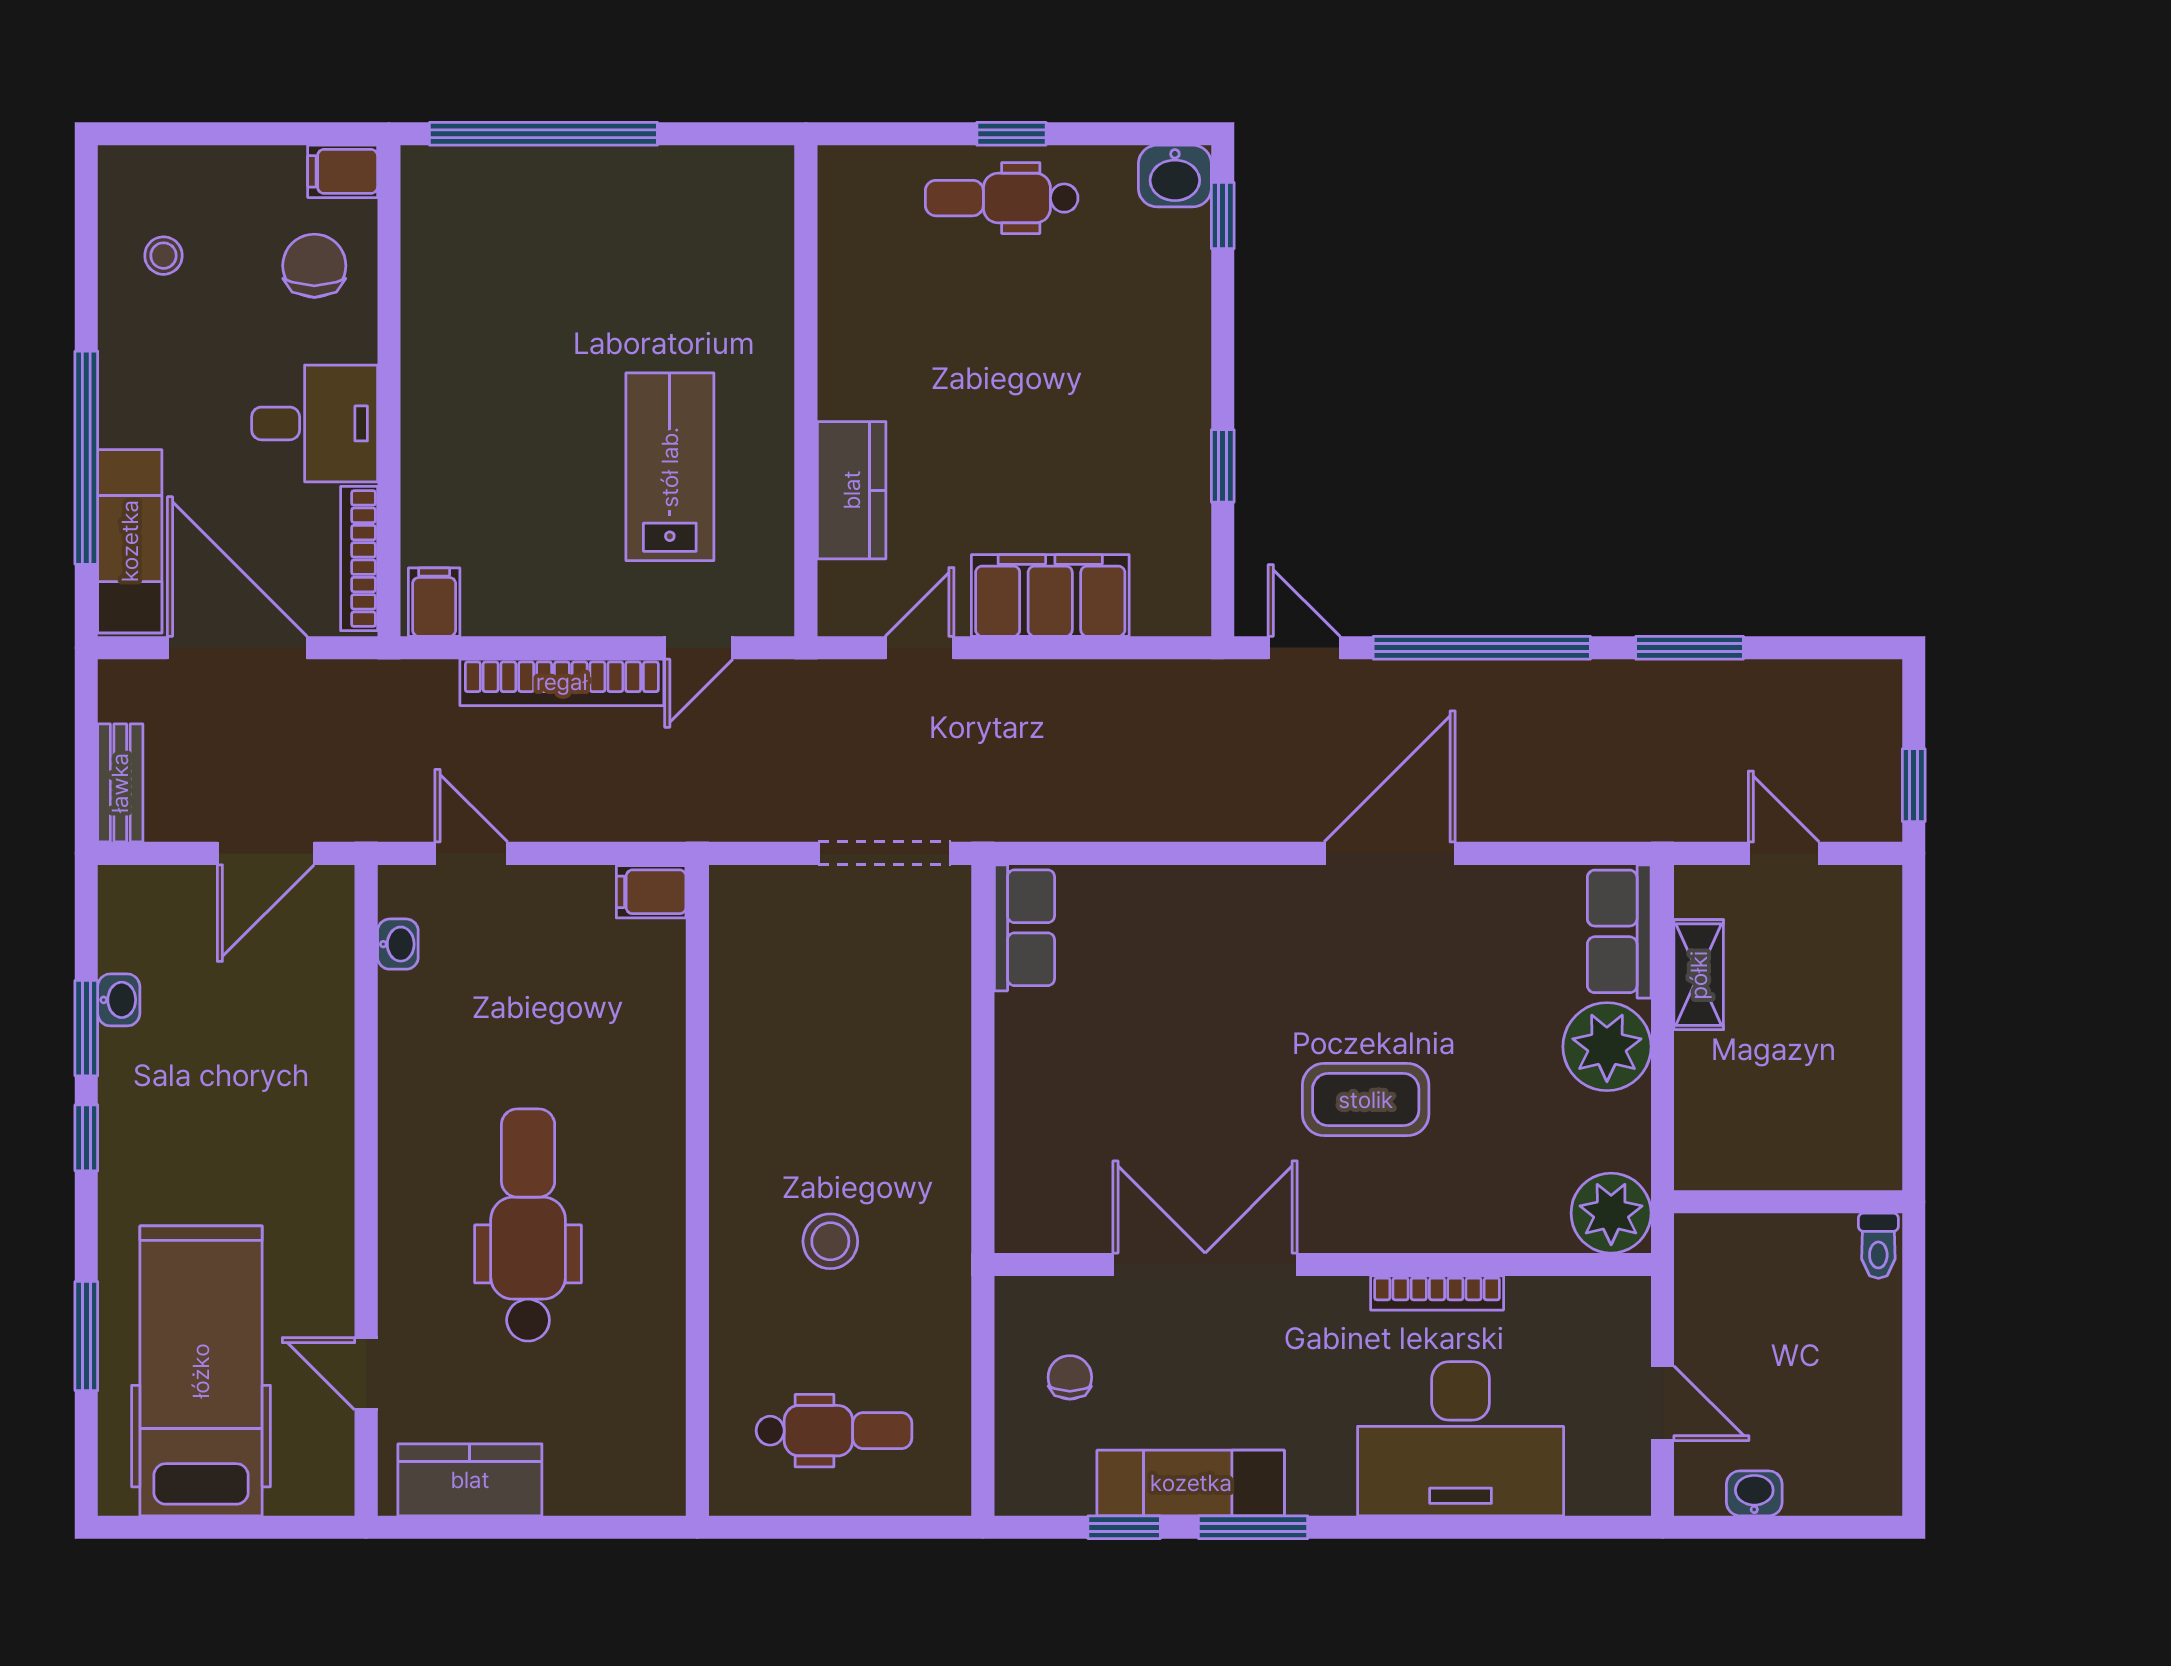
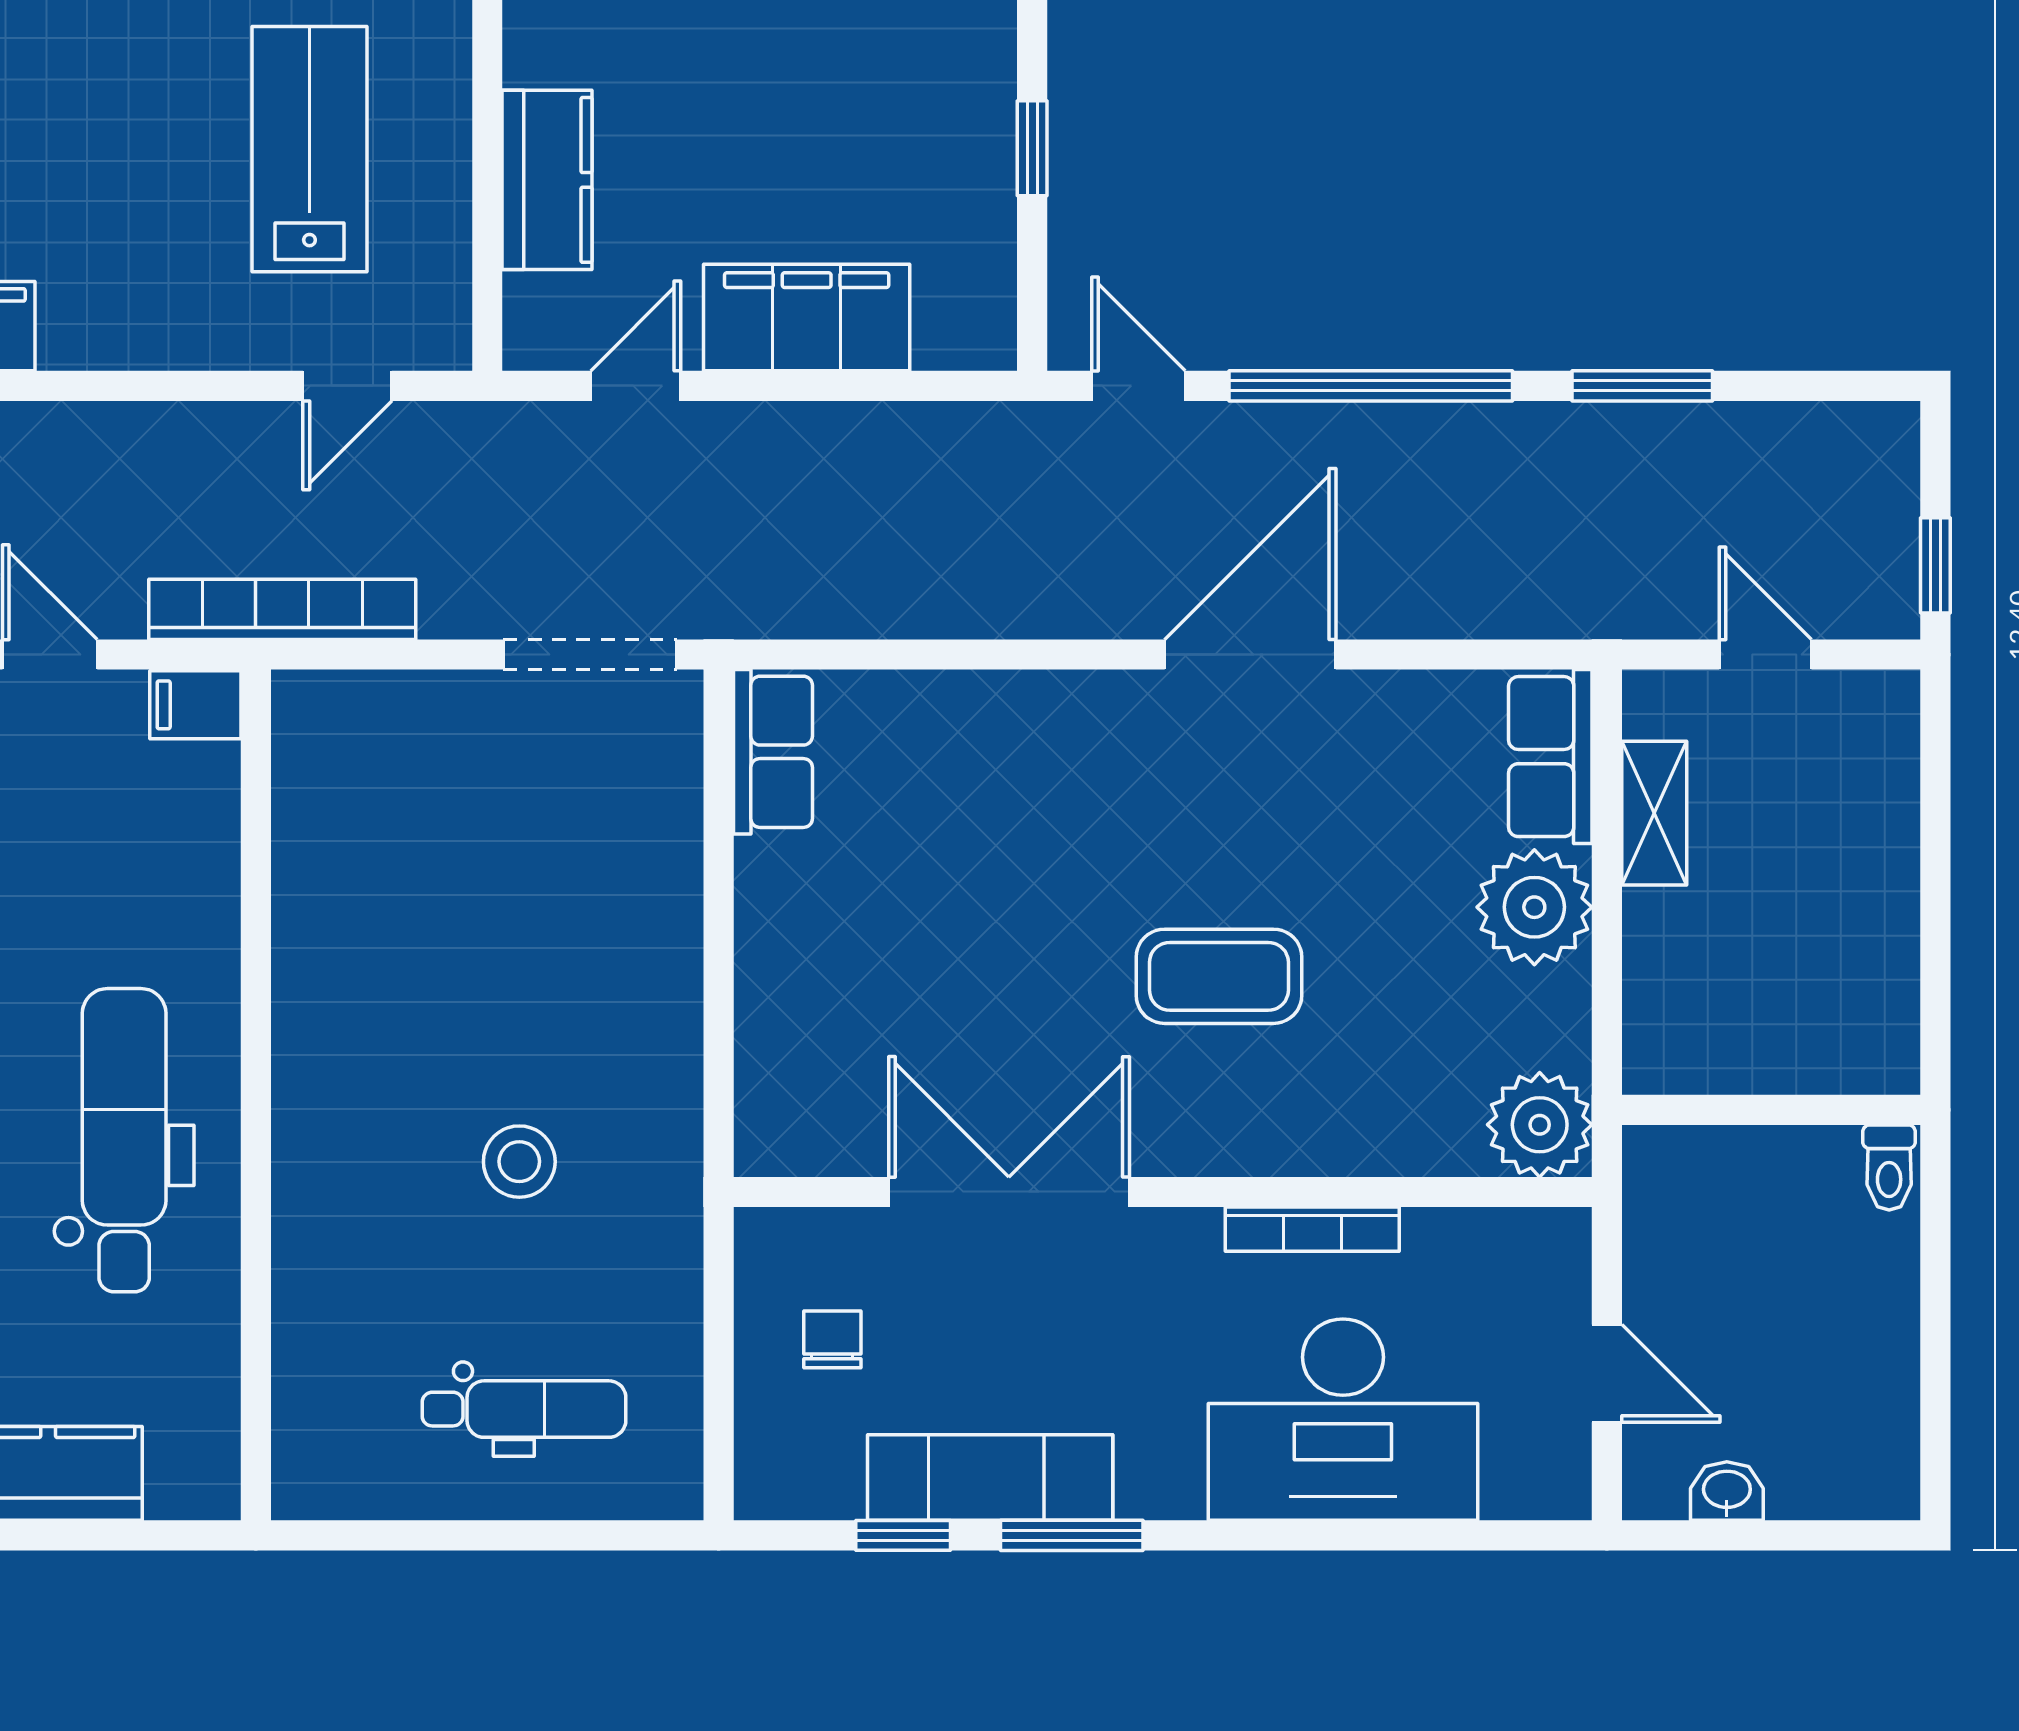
bookcase: (562, 682) -> (282, 609), moved, turned 180
filing cabinet: (651, 892) -> (195, 705), moved
wall: (697, 1190) -> (256, 1095), moved

